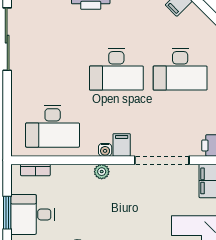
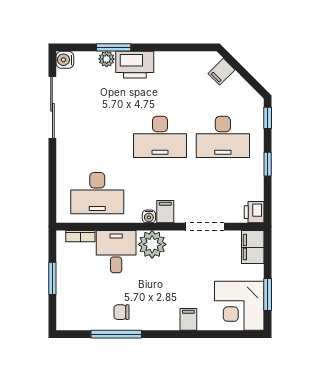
doorway: (162, 160) -> (205, 227), width x0.73
plant: (102, 172) -> (152, 244), width x1.87, depth x1.87
desk: (33, 214) -> (116, 252), moved, turned 90

